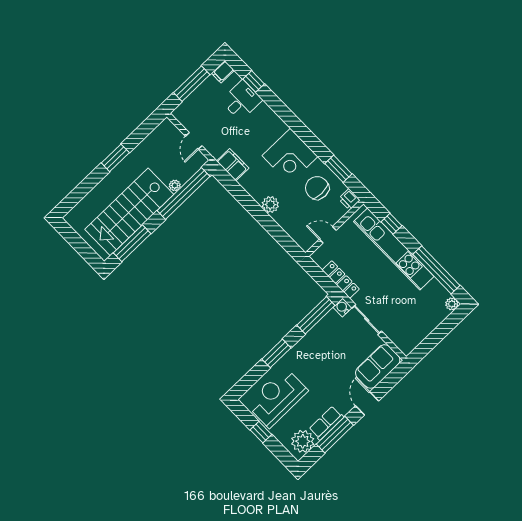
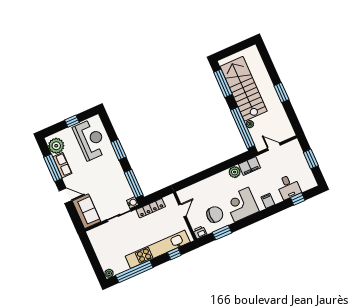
filing cabinet: (223, 72) -> (268, 201), moved
window: (192, 84) -> (311, 159), width x0.69
plant: (270, 205) -> (235, 172), moved

